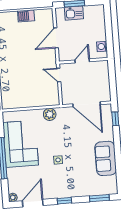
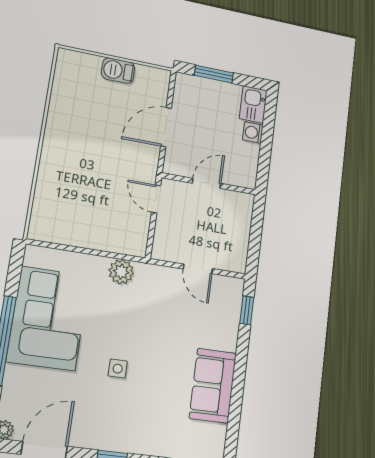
kitchen sink: (74, 13) -> (253, 104), moved, turned 90
washing machine: (102, 46) -> (253, 133), moved
door: (87, 104) -> (198, 269), width x0.53

